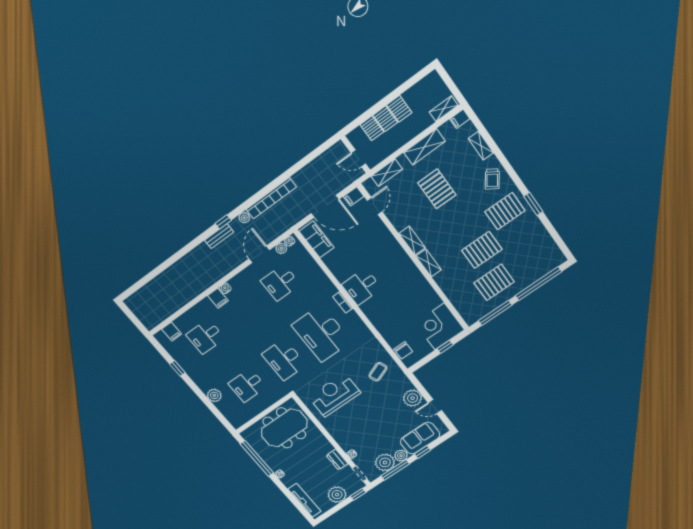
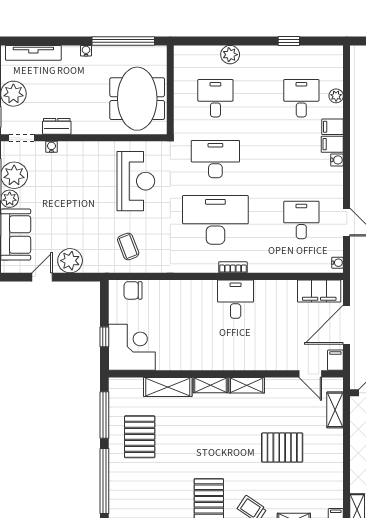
shelving: (424, 147) -> (168, 387), moved, turned 90
plant: (281, 248) -> (336, 96), moved
pallet: (482, 250) -> (185, 448), removed
filing cabinet: (172, 332) -> (333, 127), moved

